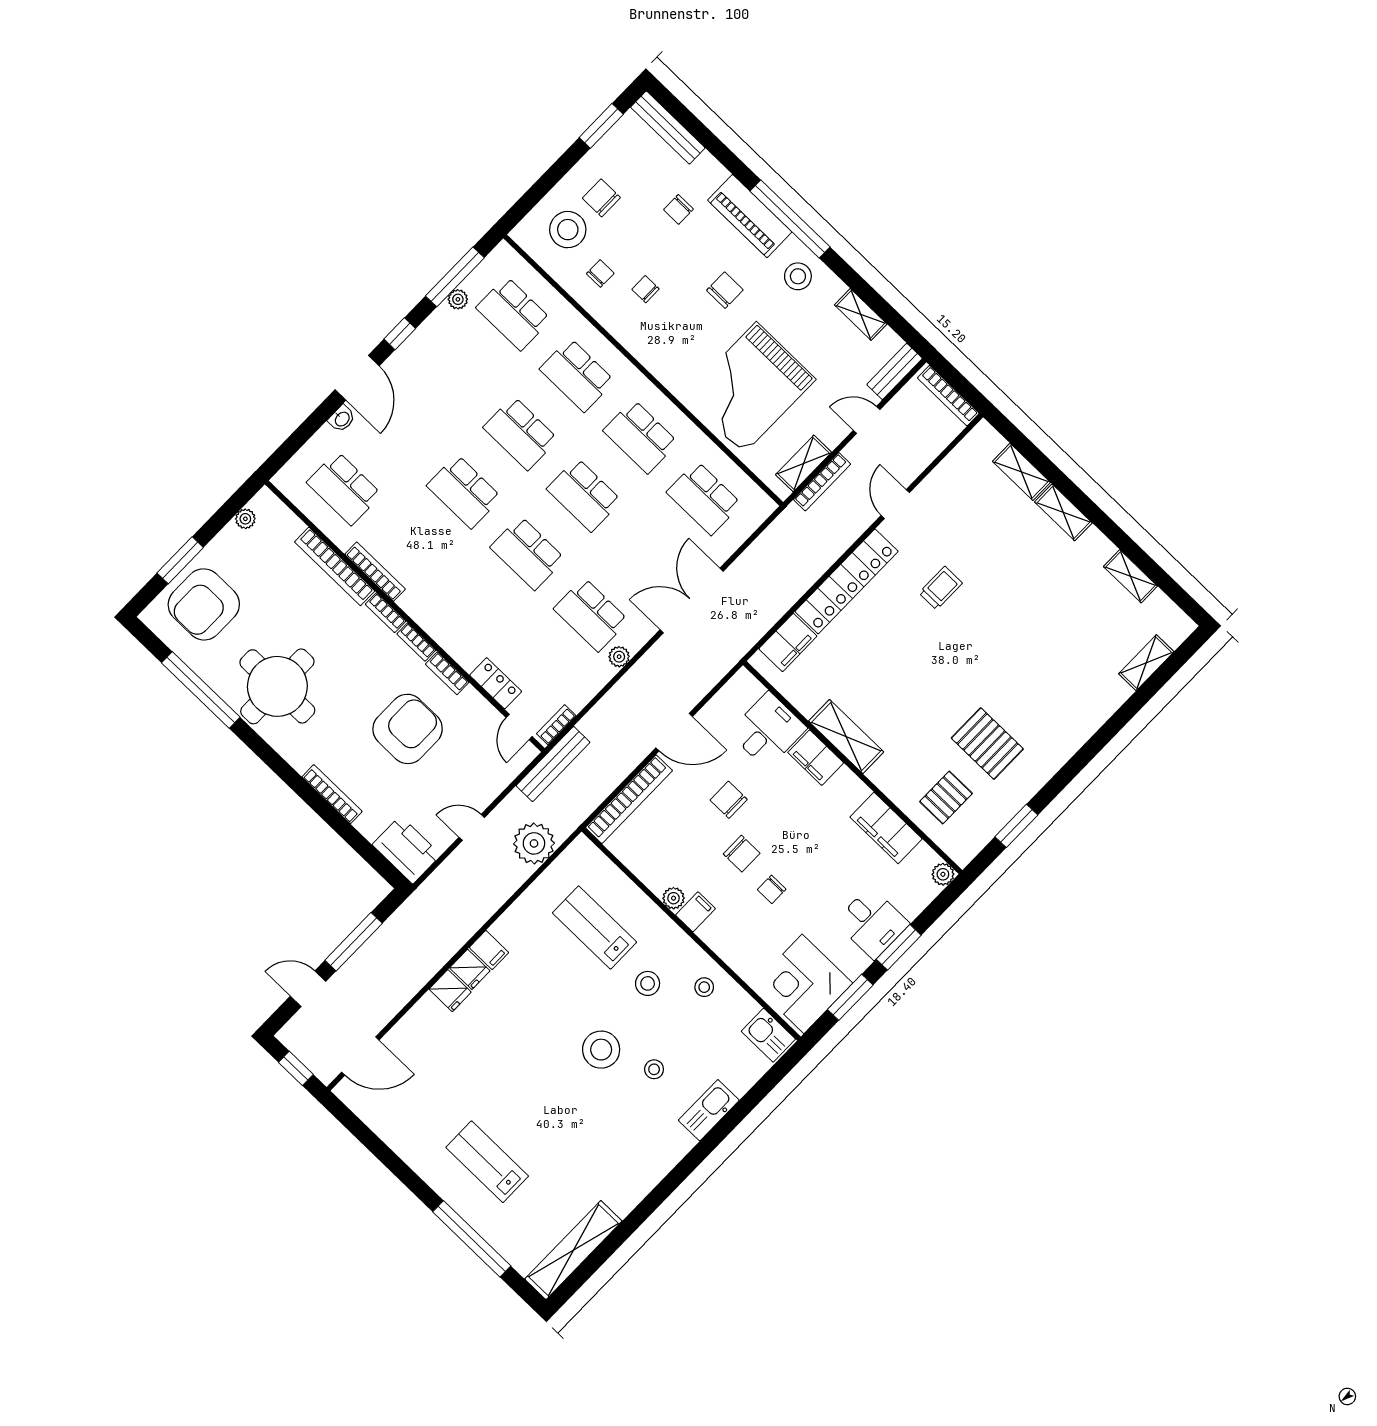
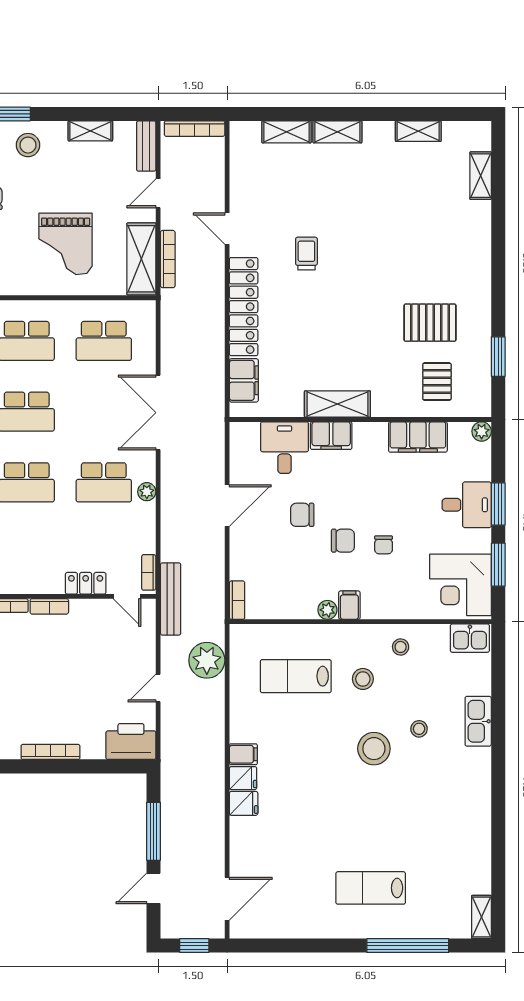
grand piano: (750, 388) -> (66, 244), width x0.73, depth x0.68
shelving: (804, 463) -> (141, 259), width x1.50, depth x1.33
armchair: (408, 729) -> (58, 665), removed
bookcase: (629, 799) -> (237, 600), width x0.43, depth x0.76
shelving: (573, 1250) -> (481, 917), width x0.45, depth x0.75

